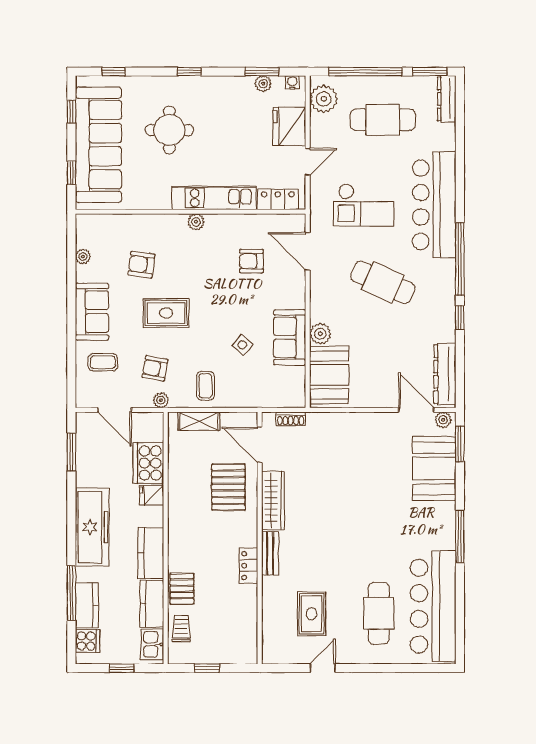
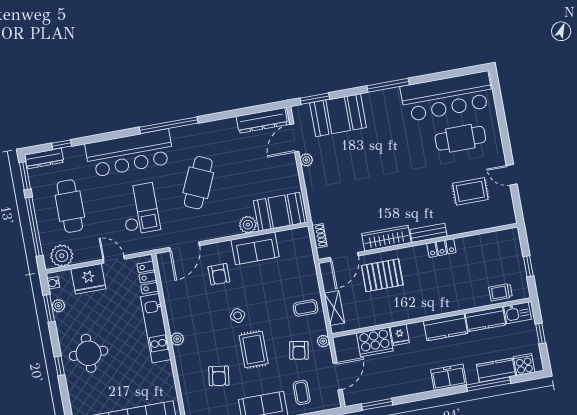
round table: (169, 130) -> (89, 353), moved
armchair: (251, 261) -> (219, 274), moved
window: (460, 318) -> (62, 145), moved
side table: (242, 345) -> (238, 316), moved
plant: (443, 420) -> (306, 160), moved
freezer: (92, 527) -> (449, 377), width x0.52, depth x0.79
pallet: (182, 589) -> (469, 297), removed

